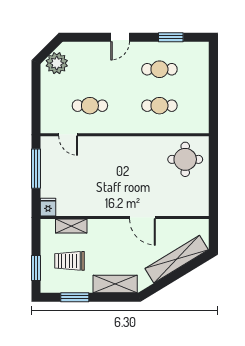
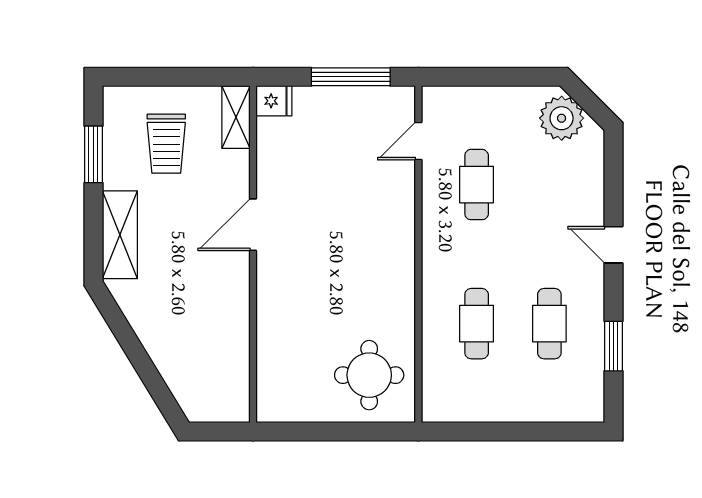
door: (142, 217) -> (253, 225), moved
shelving: (71, 226) -> (236, 117), moved
shelving: (177, 259) -> (170, 358), removed
trolley: (69, 261) -> (166, 144), turned 180
window: (36, 268) -> (152, 77), removed

